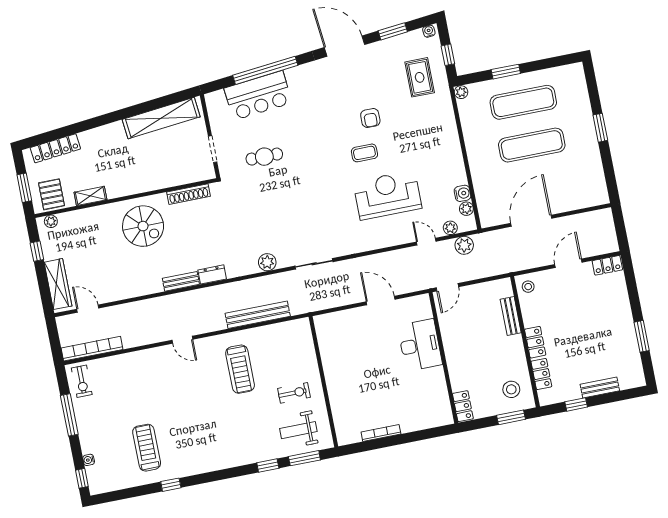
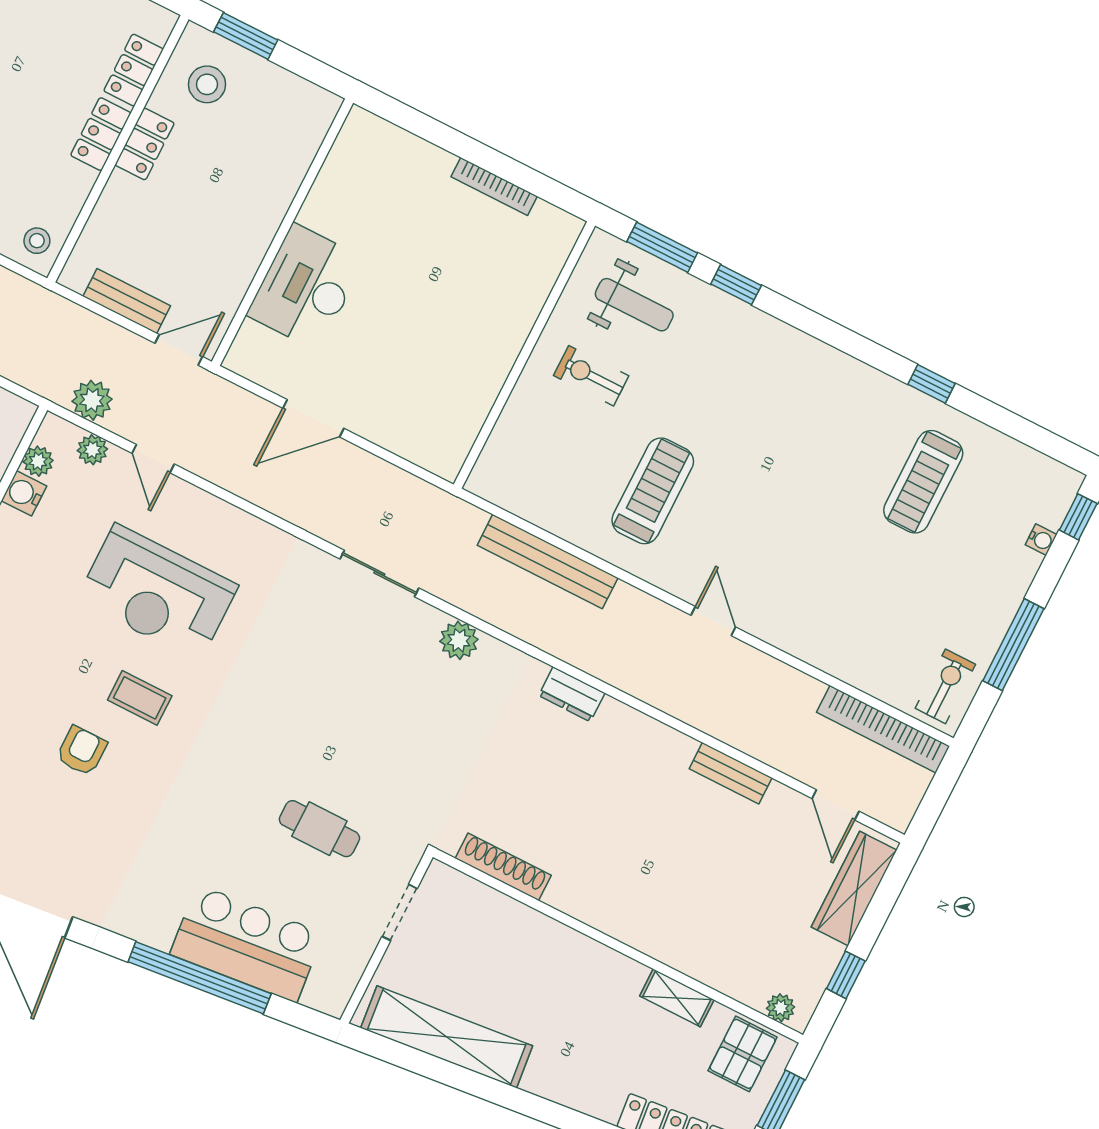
spiral stairs: (143, 226) -> (626, 873), removed
bench: (181, 281) -> (731, 773), moved
door: (381, 300) -> (313, 418), hinge flipped
bench: (511, 316) -> (127, 301), moved, turned 90
locker: (463, 406) -> (145, 144), moved, turned 180

